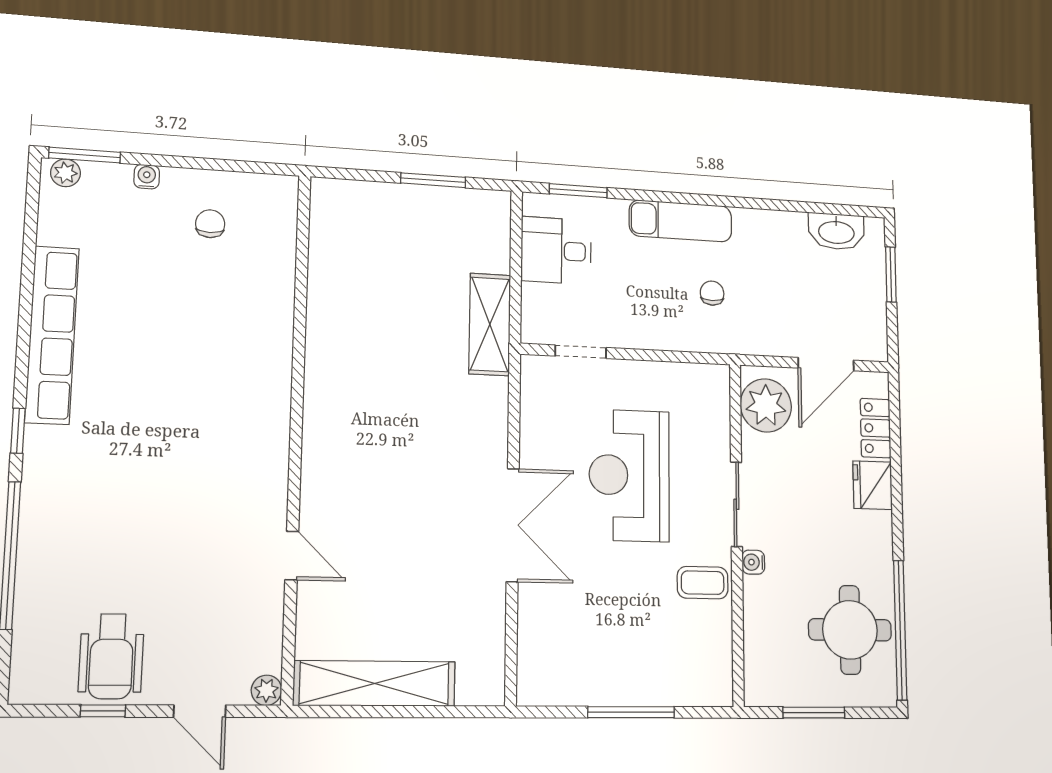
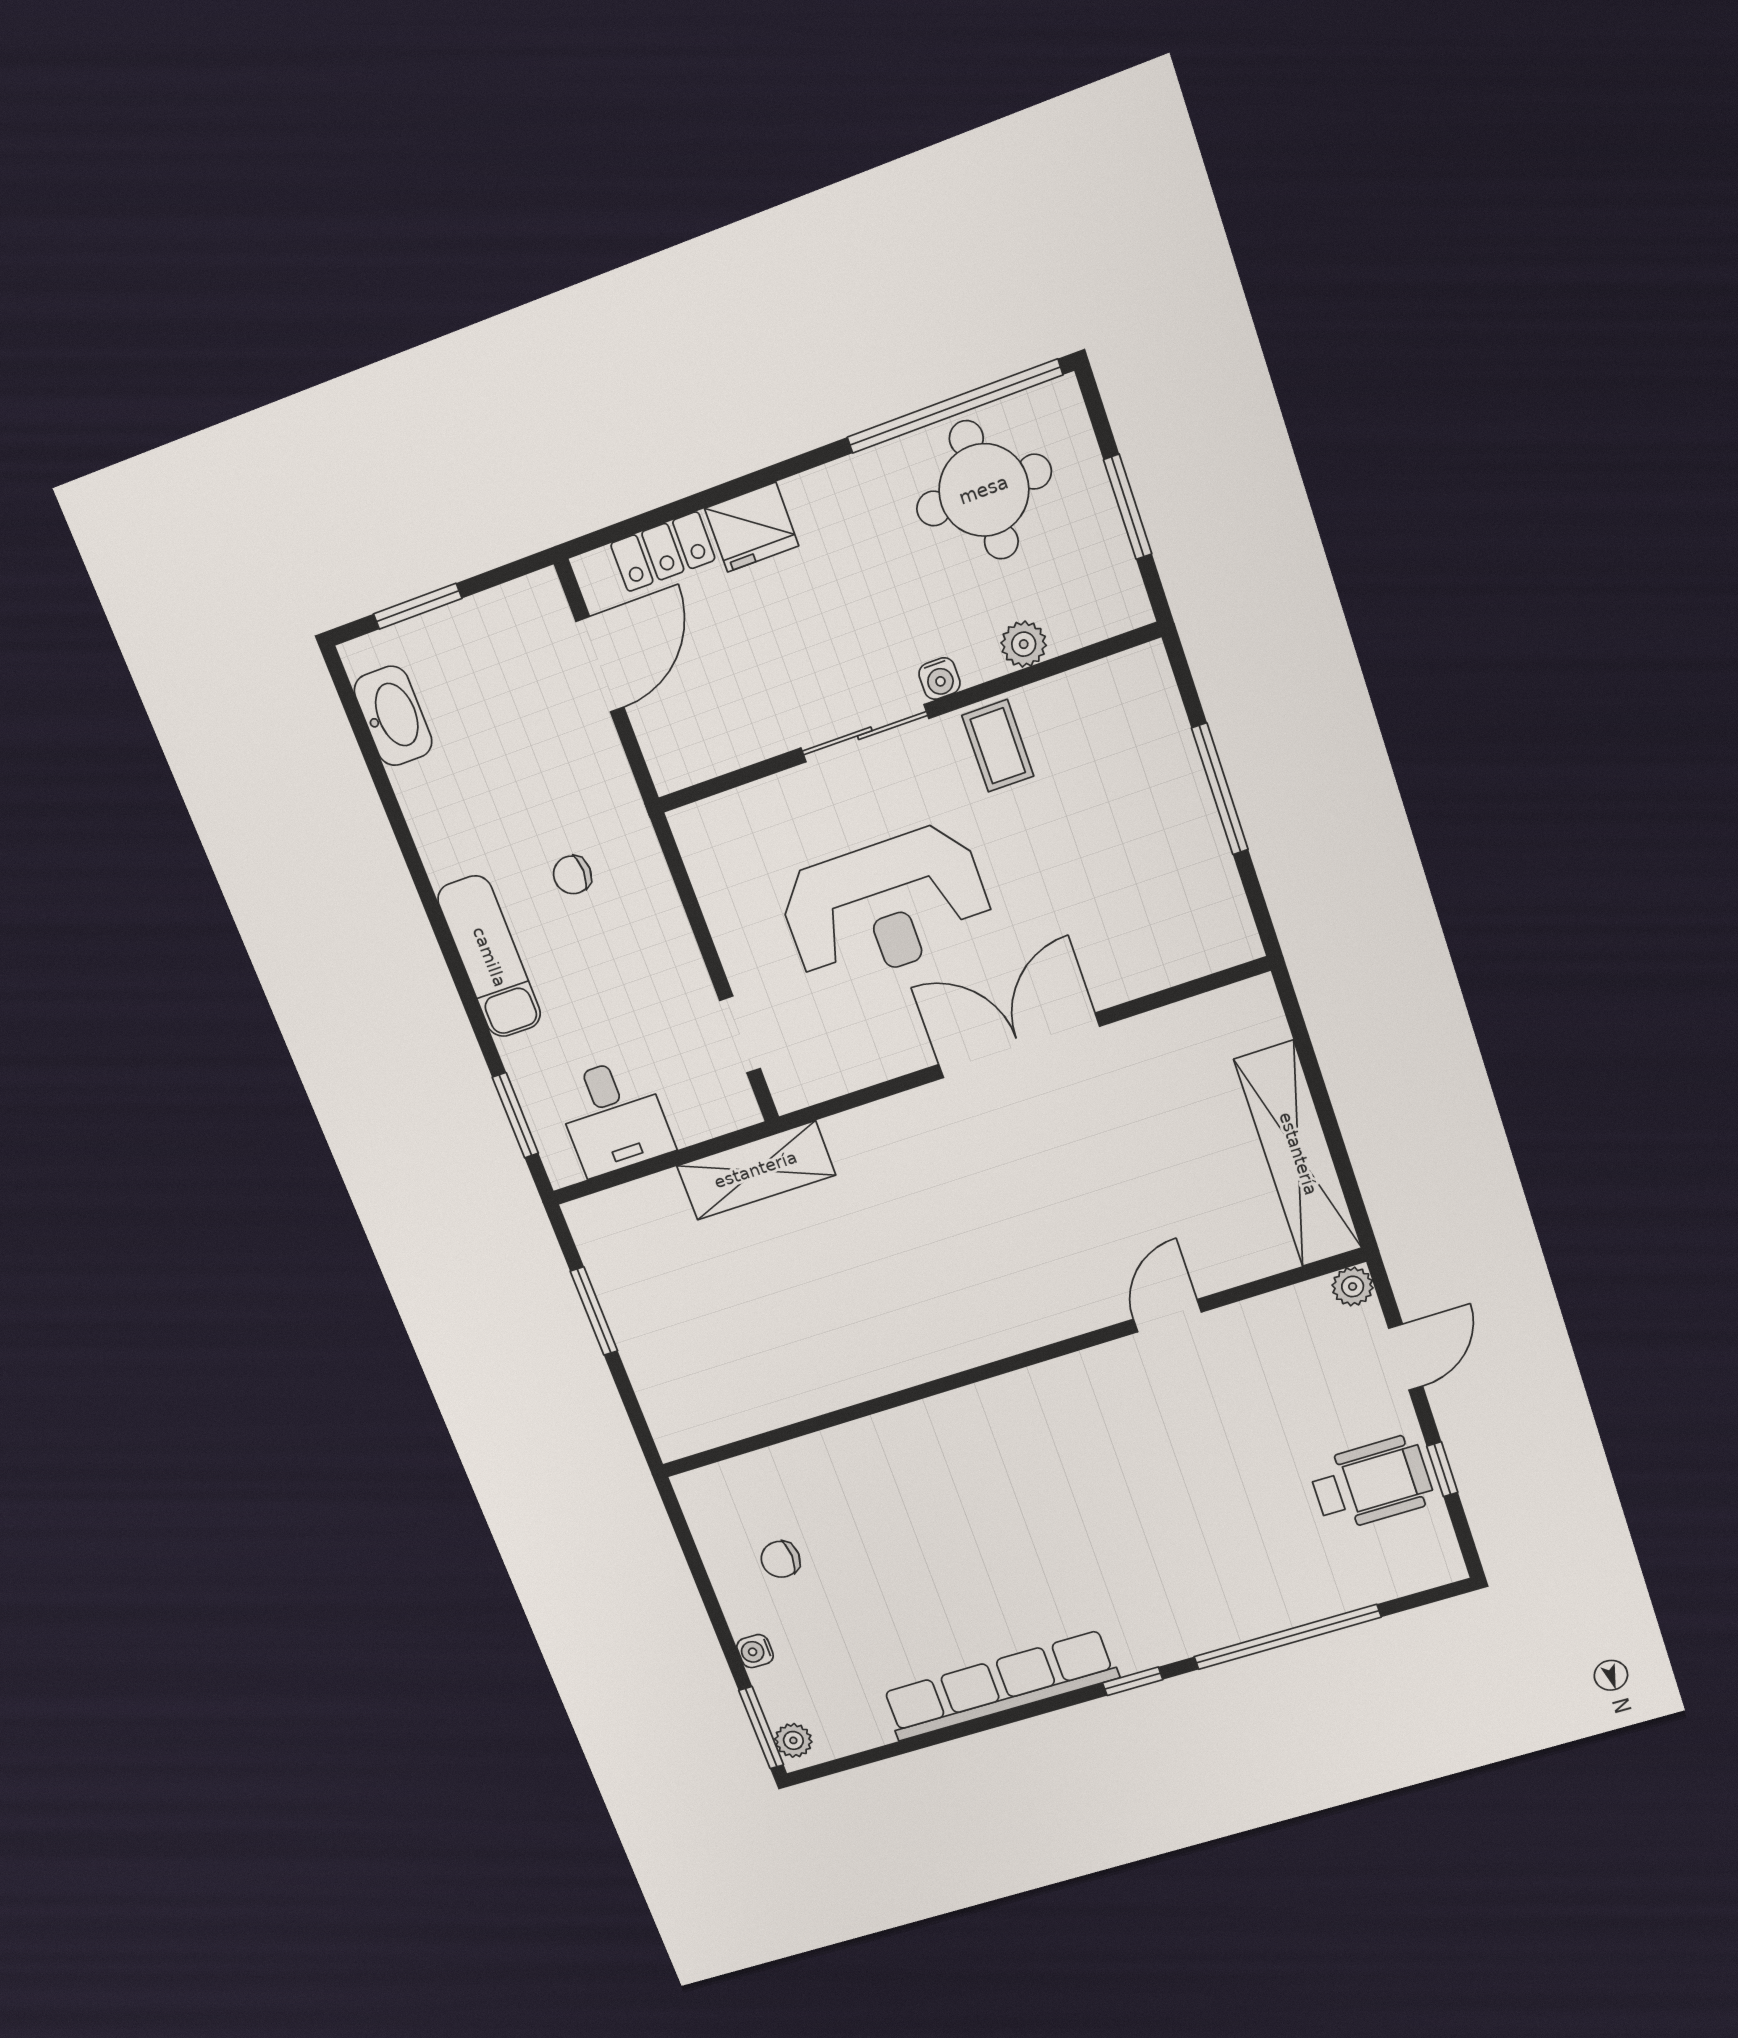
door: (826, 364) -> (600, 664), hinge flipped
plant: (766, 405) -> (1024, 644), moved, width x0.53, depth x0.53

